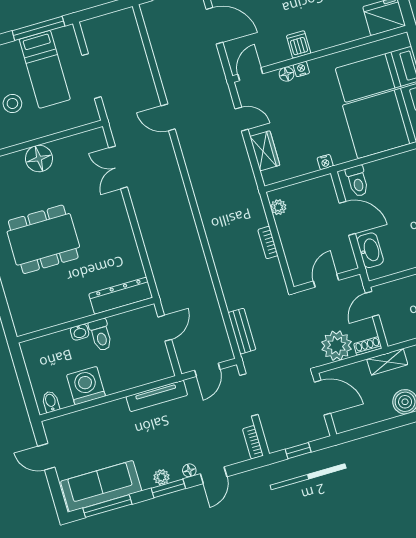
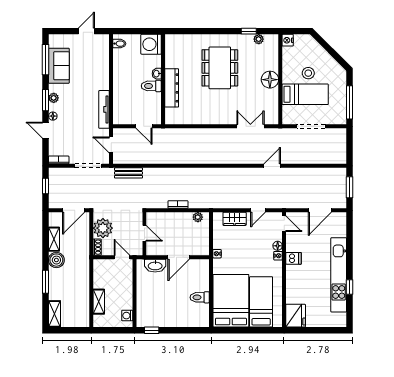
bed: (45, 69) -> (305, 94), moved, turned 180
toilet: (357, 181) -> (200, 297), moved
dresser: (121, 296) -> (172, 88), moved
shelving: (387, 362) -> (54, 239), moved
washing machine: (86, 386) -> (151, 44), moved, turned 180
sofa: (101, 486) -> (59, 66), width x0.73

